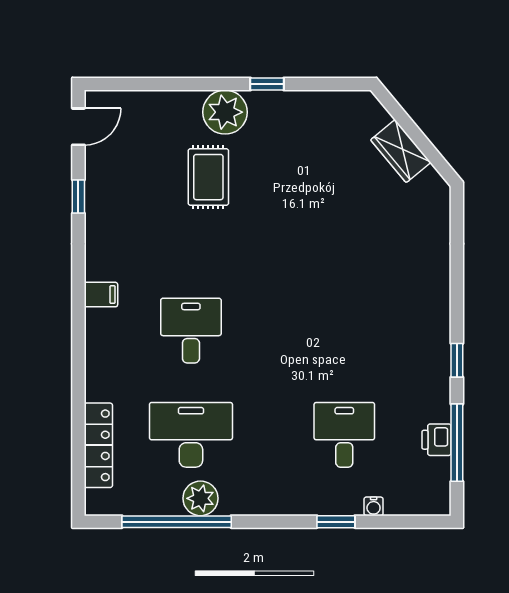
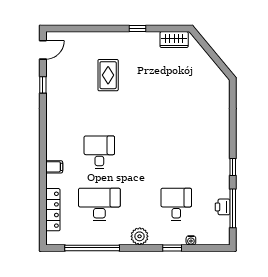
plant: (225, 112) -> (116, 43), removed
wardrobe: (401, 151) -> (174, 40), moved, turned -50
filing cabinet: (101, 295) -> (54, 167), moved
plant: (200, 498) -> (140, 236), moved

